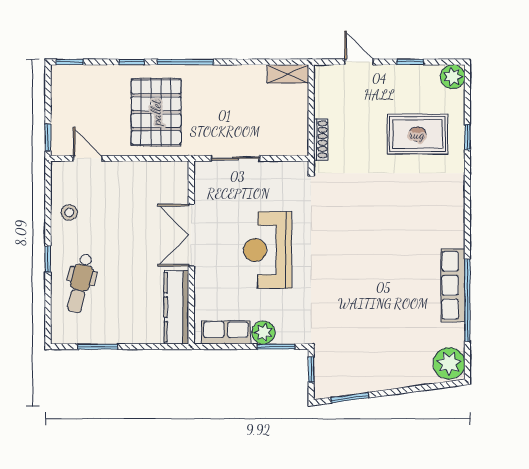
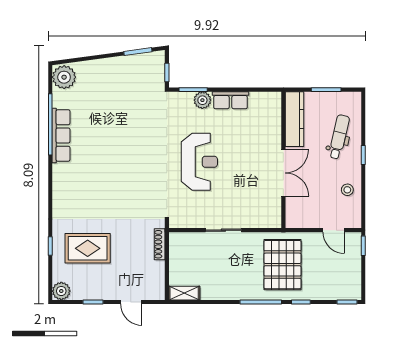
double door: (191, 235) -> (283, 173), moved
wall: (191, 252) -> (283, 160), moved
kitchen counter: (176, 307) -> (294, 119), moved

